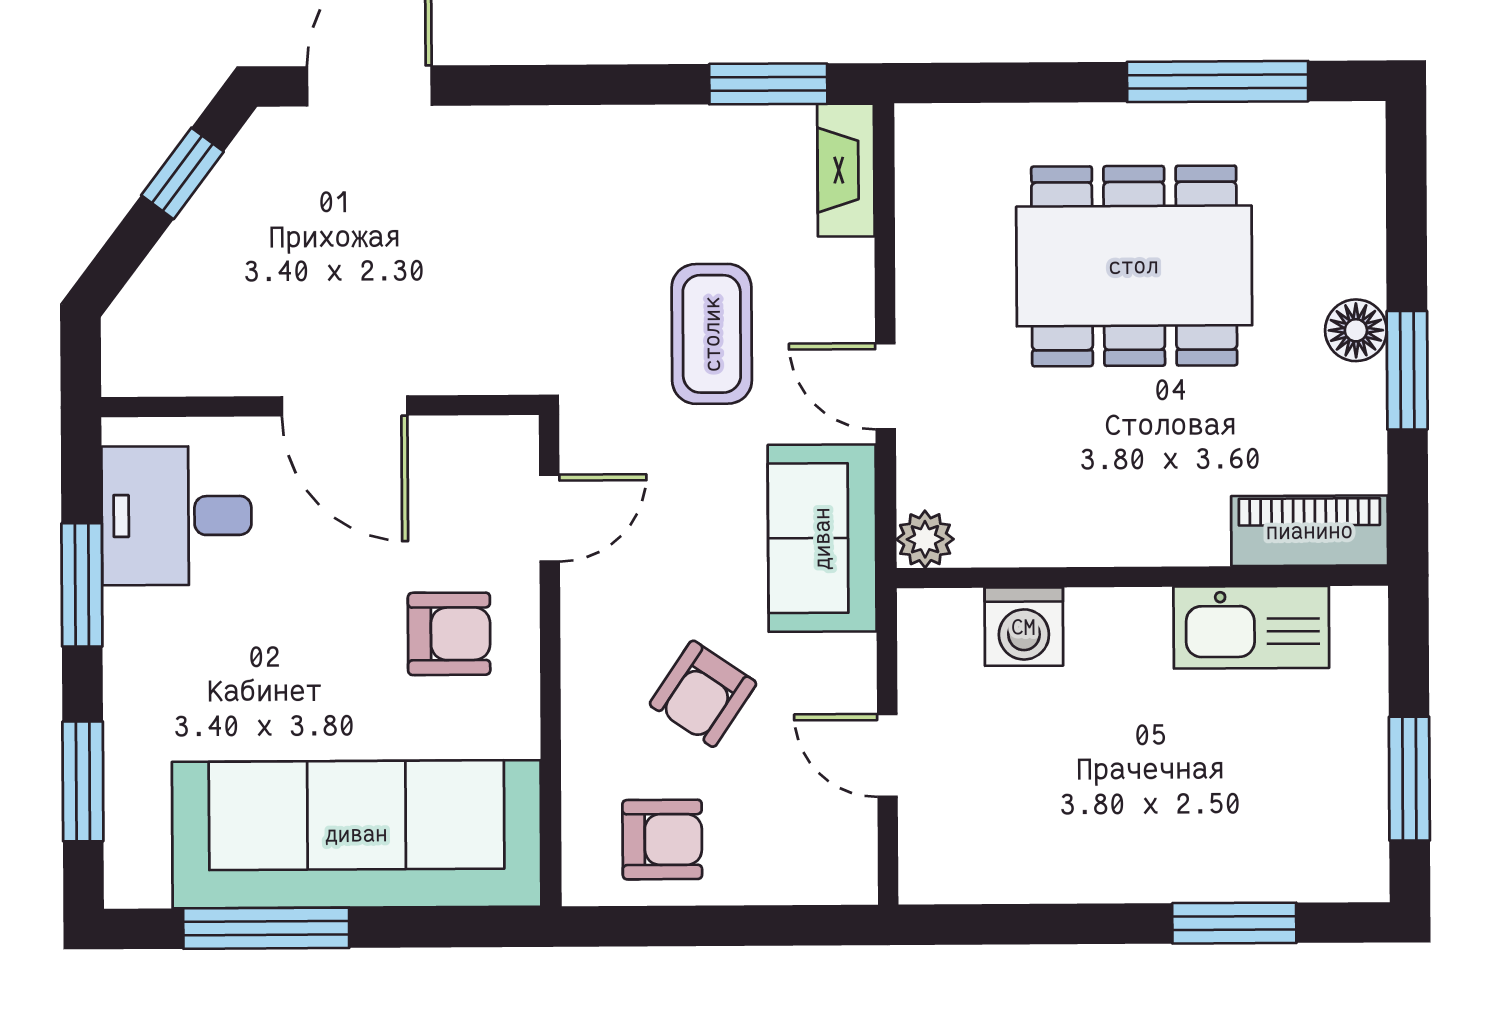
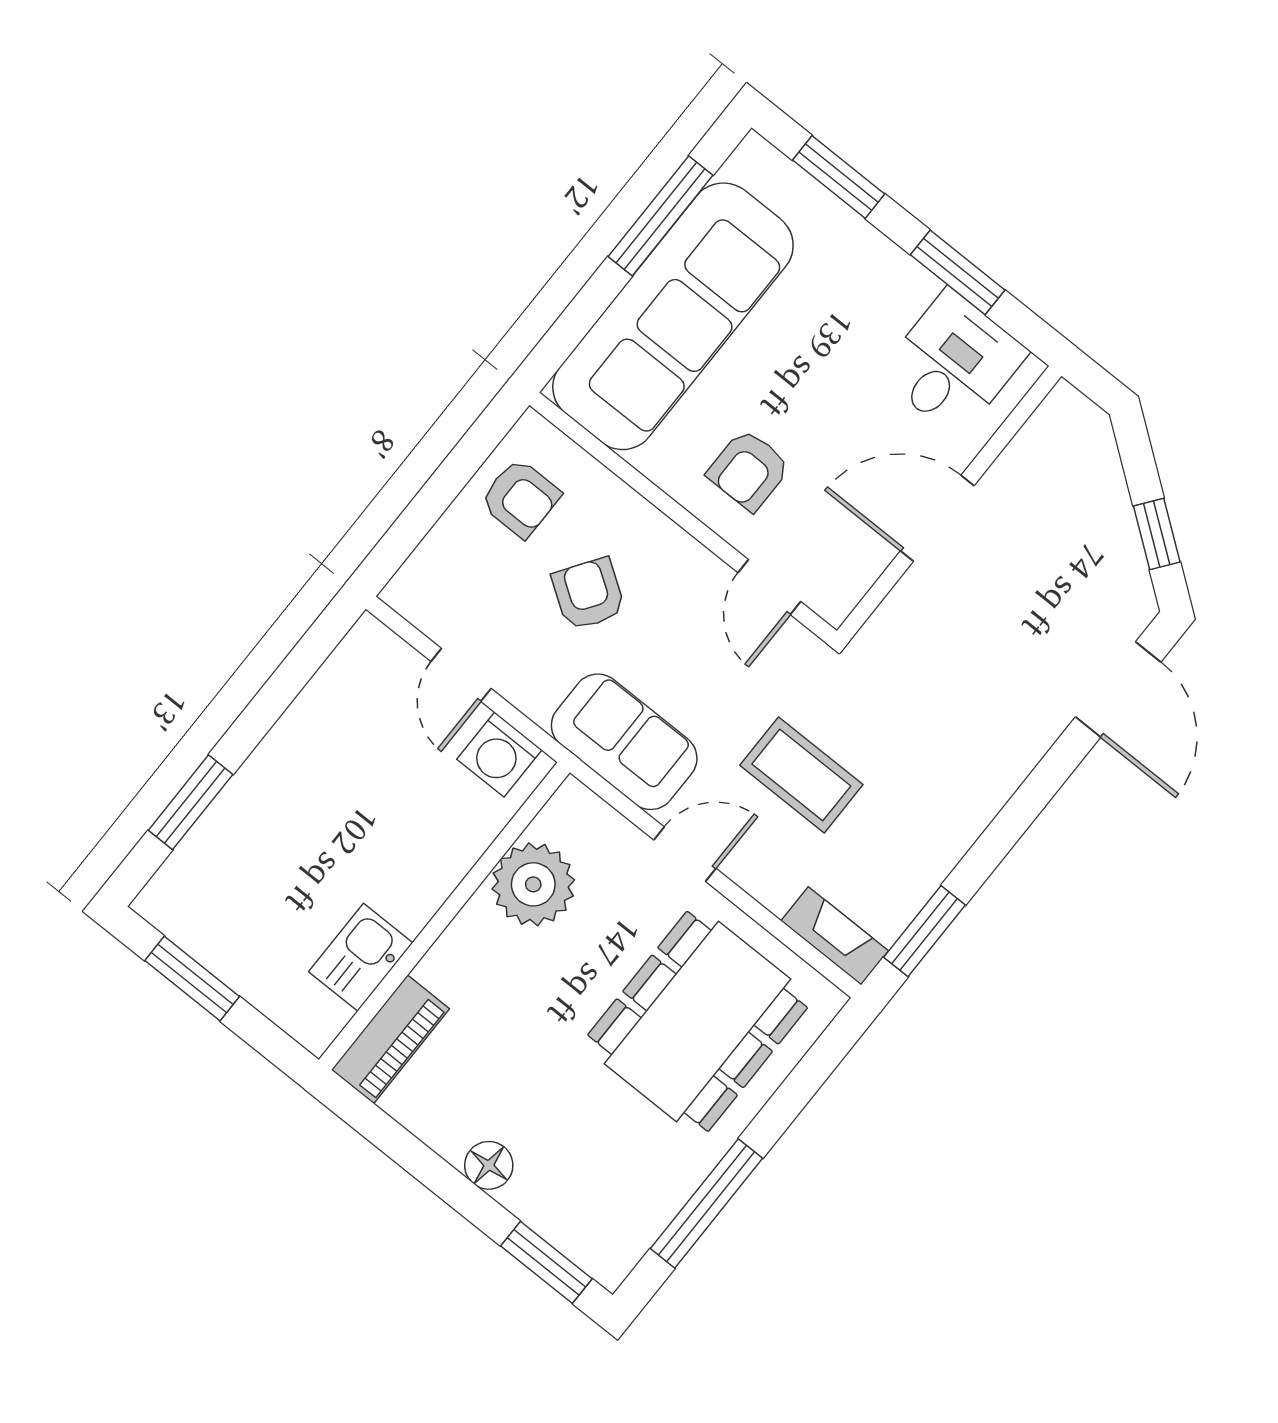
dining table: (1134, 266) -> (698, 1021), moved
window: (1407, 370) -> (546, 1262), moved
plant: (925, 539) -> (533, 884), moved, width x1.87, depth x1.87
washing machine: (1024, 627) -> (499, 755), moved, turned -90
kitchen sink: (1251, 627) -> (361, 957), width x0.73
door: (887, 755) -> (461, 675), swing flipped
armchair: (662, 840) -> (520, 498), turned -90

